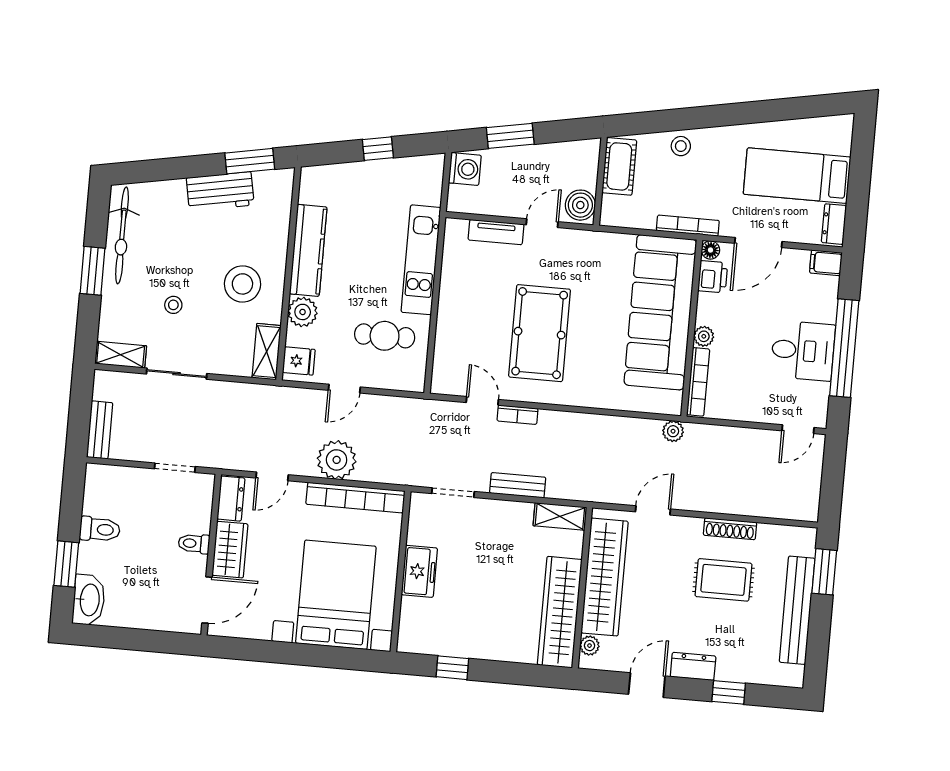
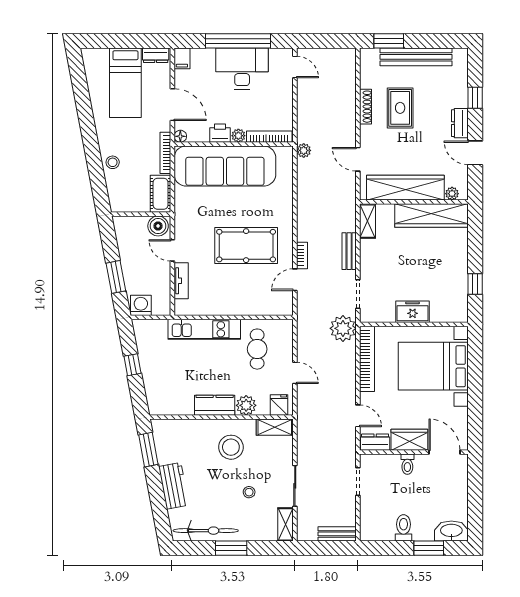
cot: (619, 166) -> (161, 194), moved, turned 90
workbench: (220, 191) -> (174, 486), moved
kitchen counter: (308, 250) -> (215, 405), width x0.67
printer: (713, 277) -> (220, 133), moved
desk: (803, 351) -> (242, 68), width x1.37
plant: (337, 460) -> (343, 328), moved

